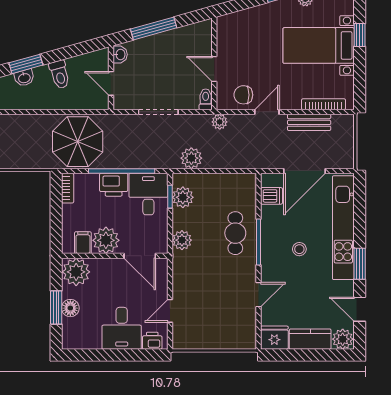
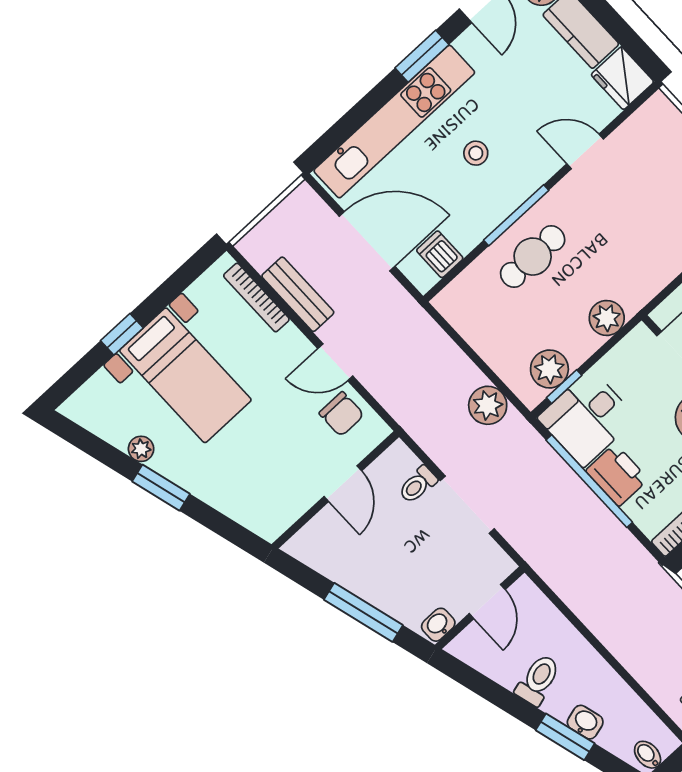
toilet: (206, 99) -> (418, 485), moved
plant: (220, 122) -> (406, 412), removed
parasol: (78, 142) -> (604, 575), removed

